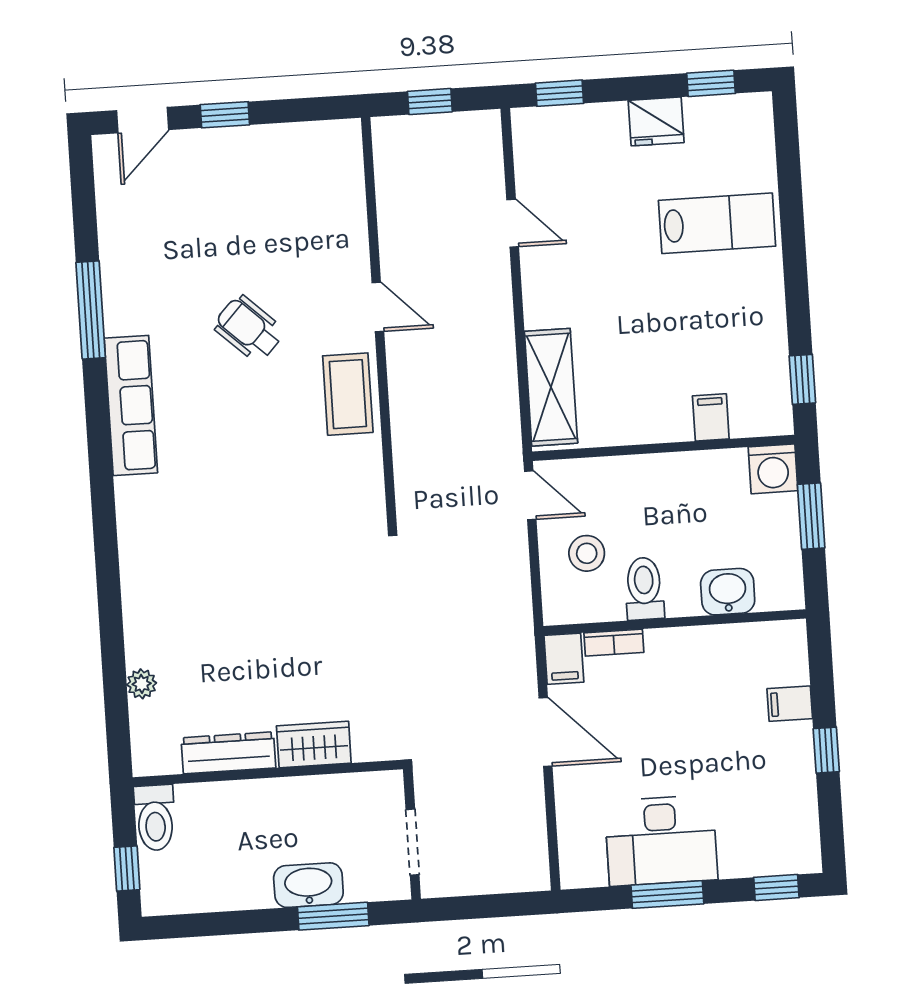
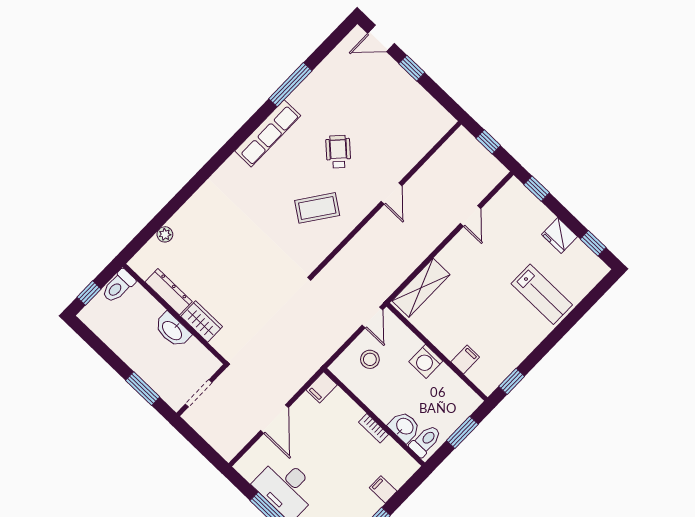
coffee table: (348, 394) -> (317, 208), moved, turned 35
washing machine: (773, 469) -> (426, 361), moved
toilet: (644, 589) -> (425, 441), moved
bookcase: (614, 643) -> (373, 428), moved
door: (546, 732) -> (274, 419), moved
washbasin: (308, 885) -> (172, 330), moved, turned 180

